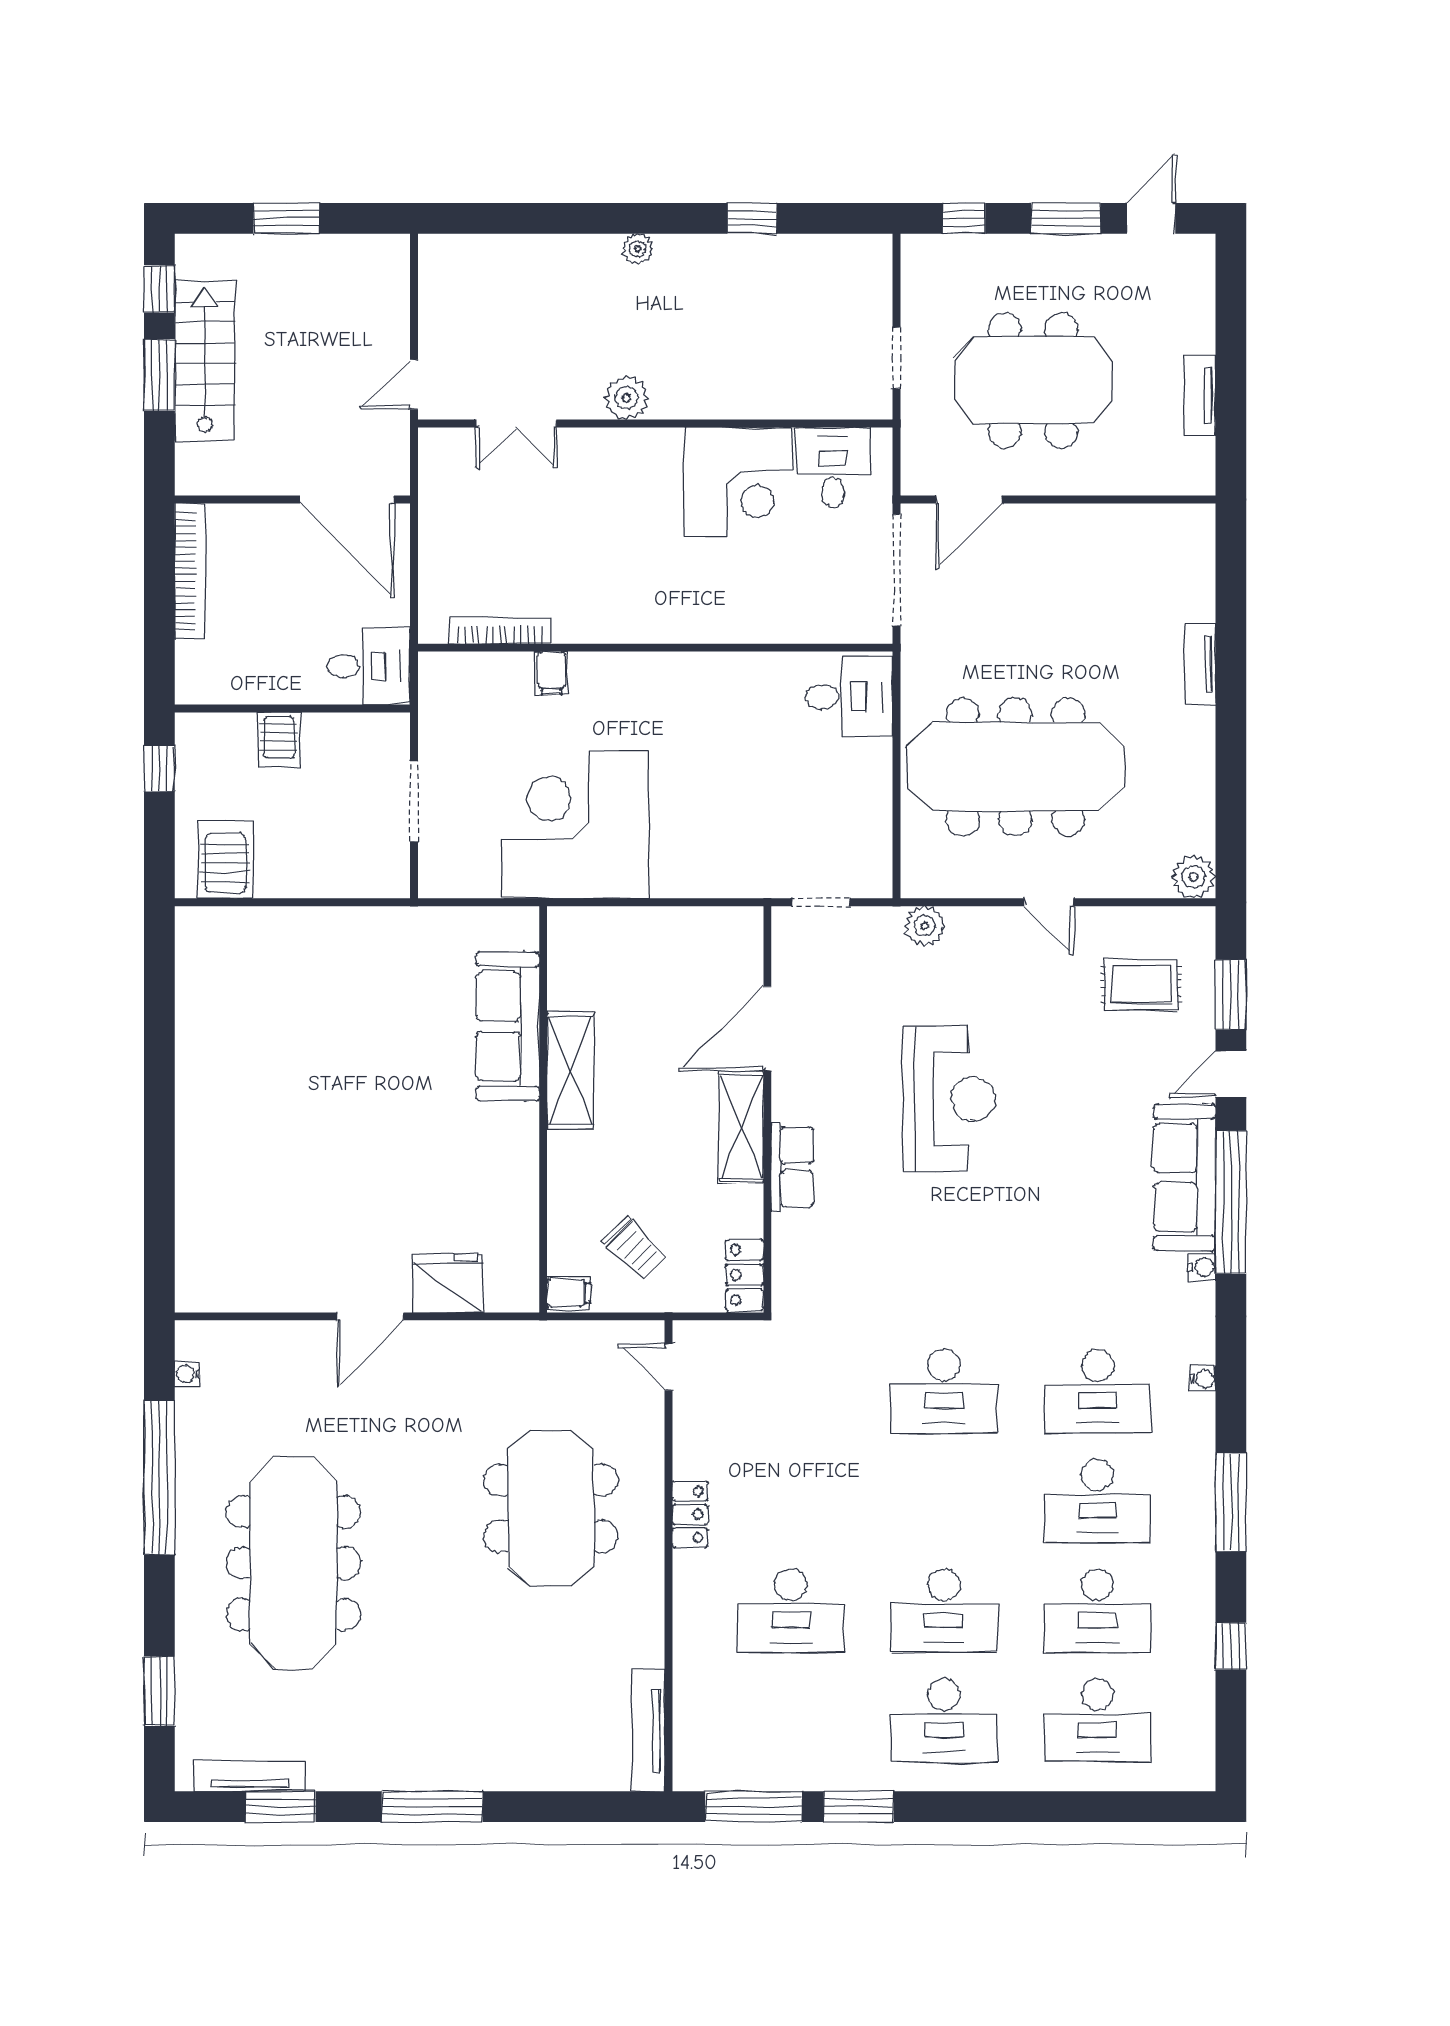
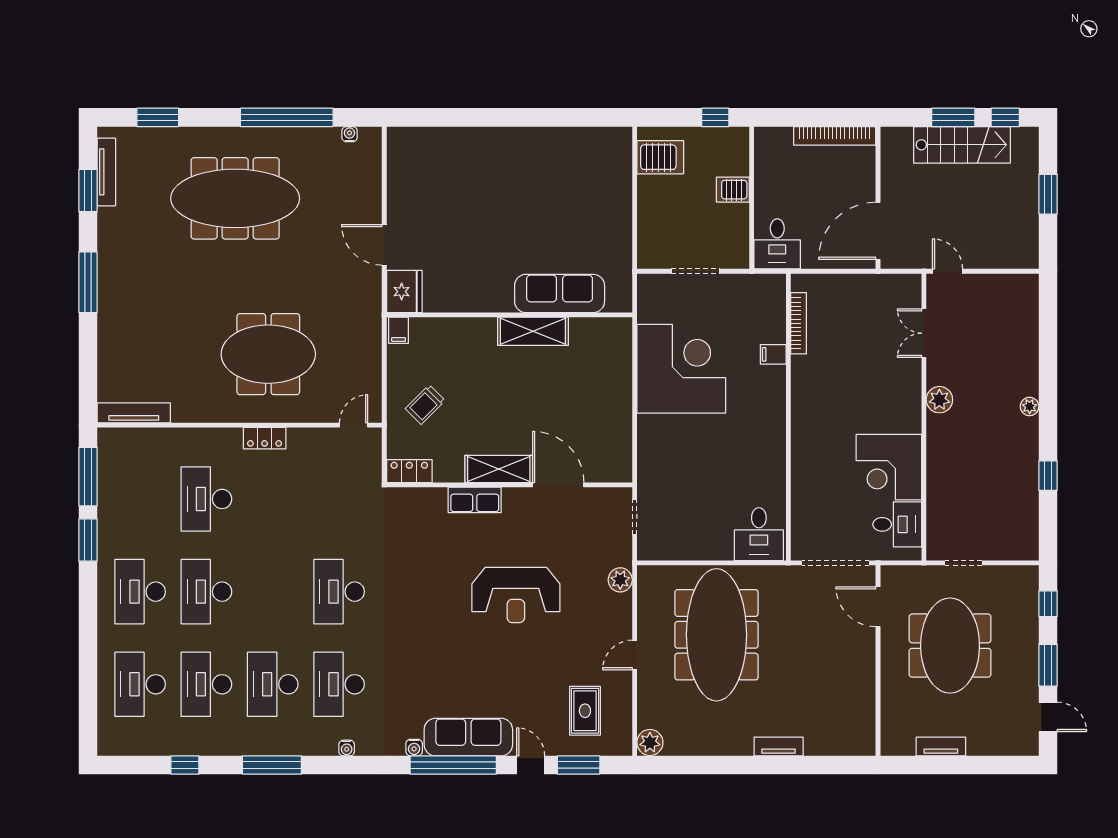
sofa: (508, 1026) -> (560, 293), moved
shelving: (570, 1070) -> (533, 331), moved
wall: (543, 1109) -> (509, 315), moved
filing cabinet: (569, 1293) -> (399, 330), moved

